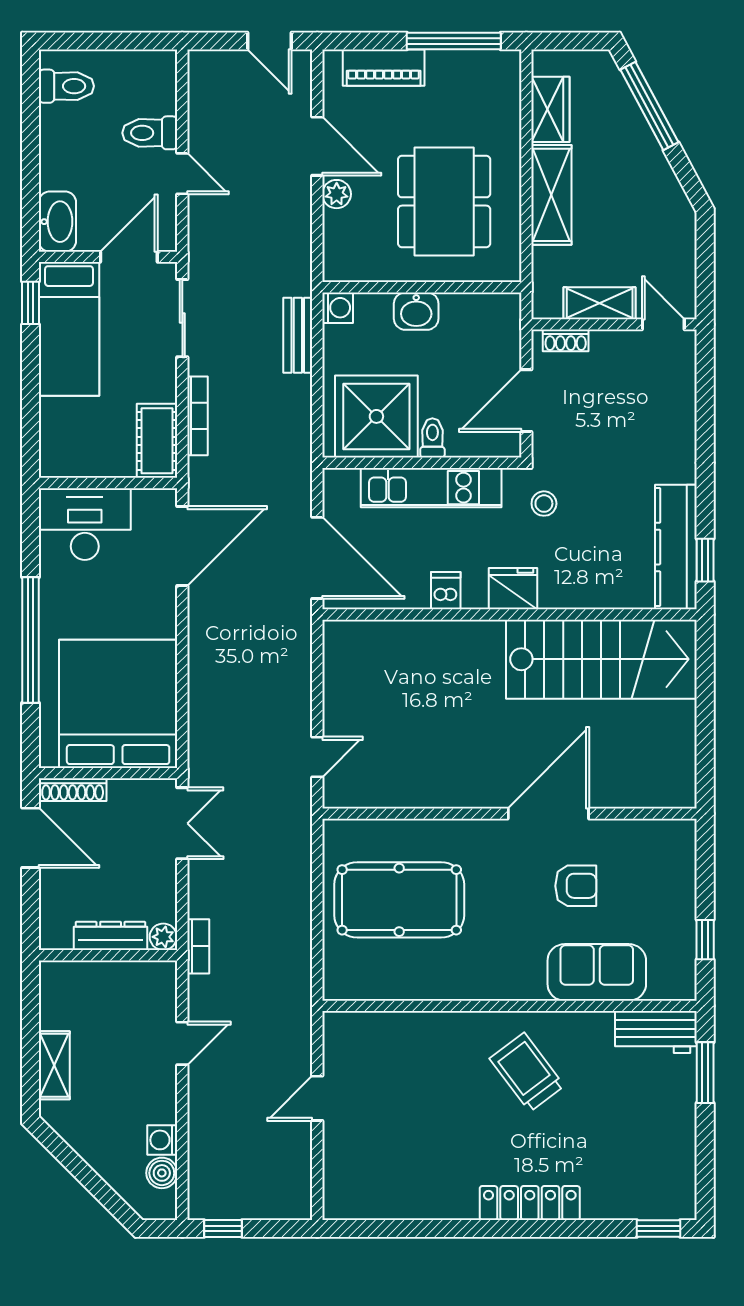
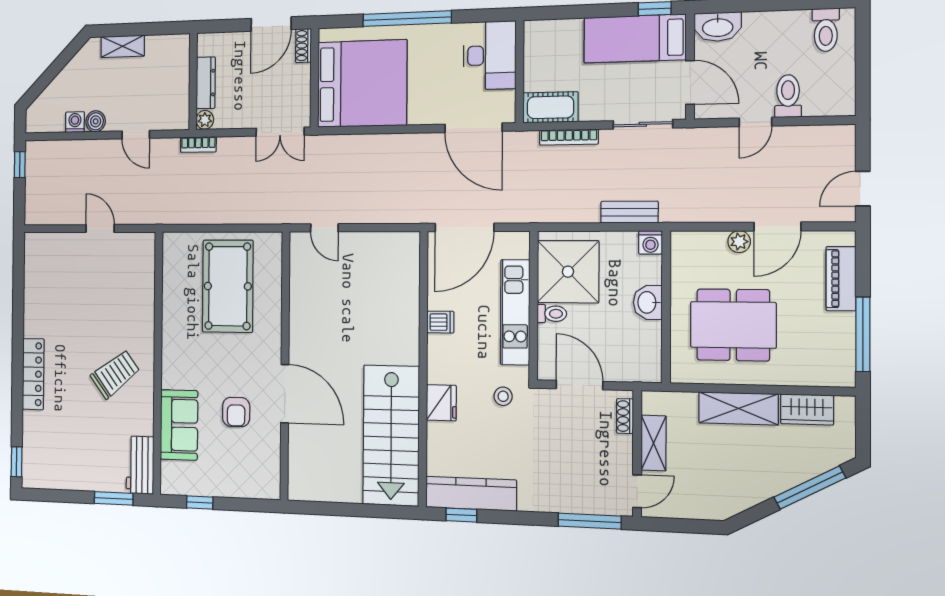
window: (705, 387) -> (590, 521), added
fridge: (513, 589) -> (441, 403), moved
shoe rack: (73, 790) -> (303, 46), width x0.70
boiler: (162, 1173) -> (96, 121), moved

